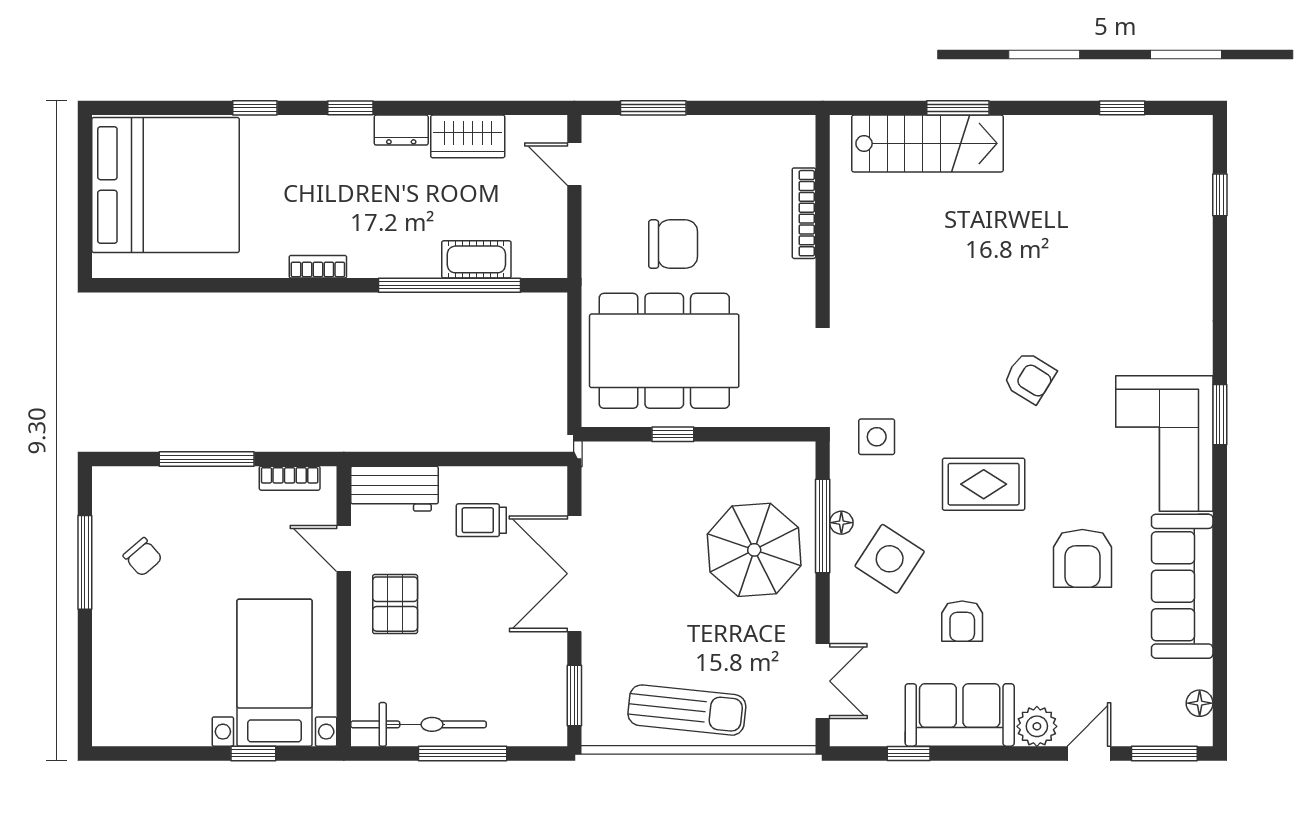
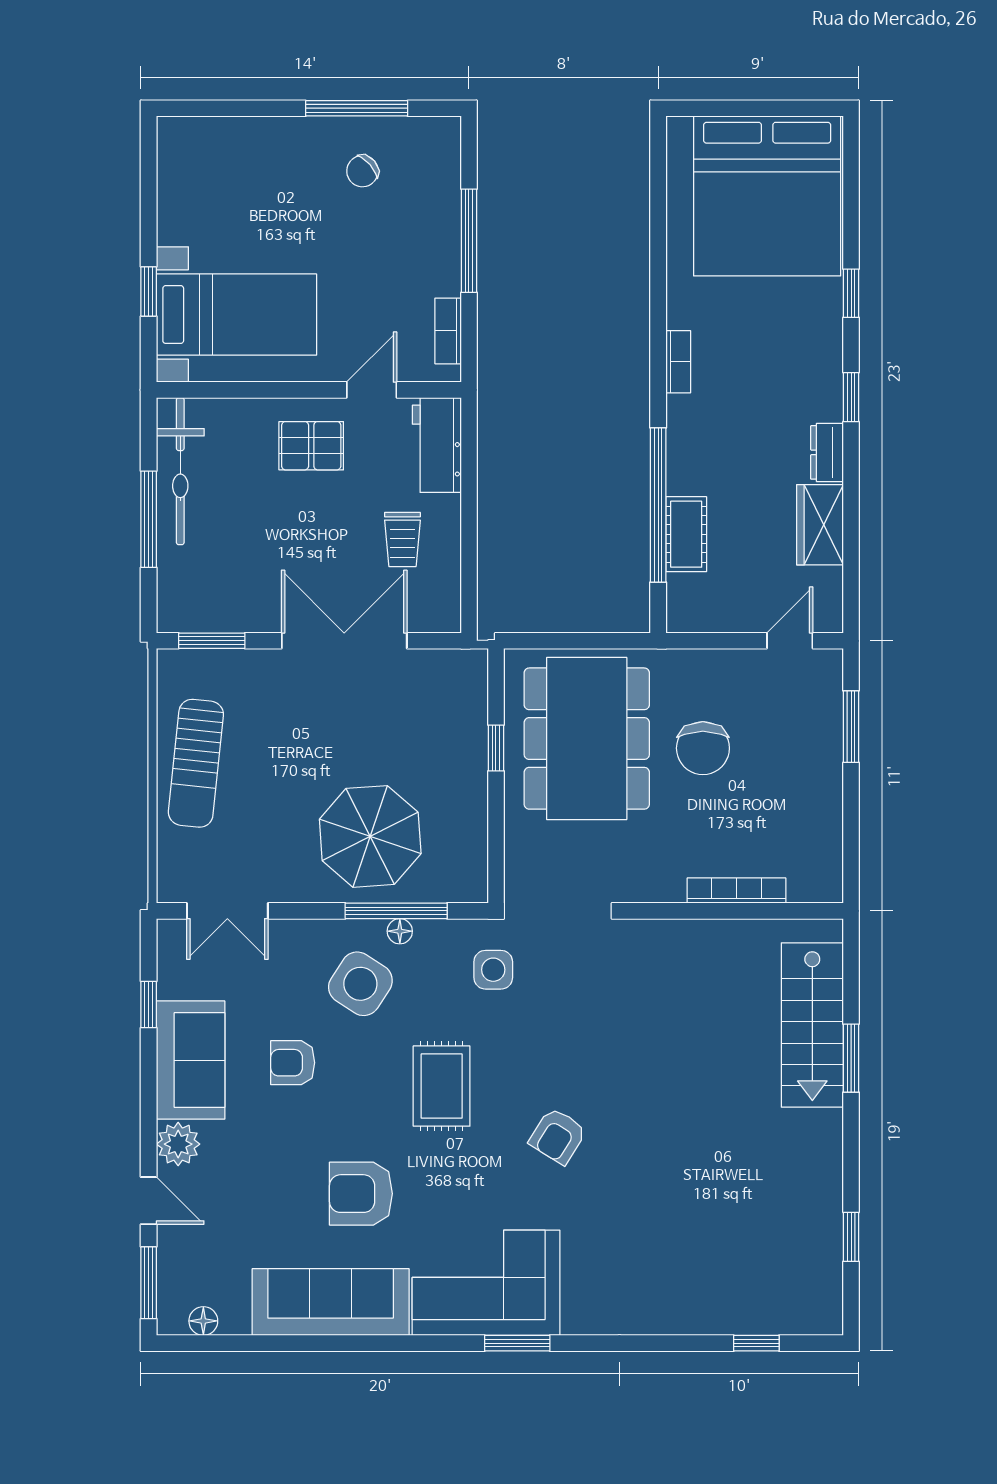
trolley: (481, 520) -> (402, 539), turned 180

